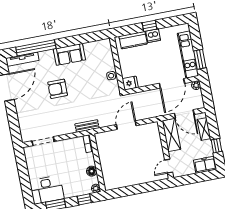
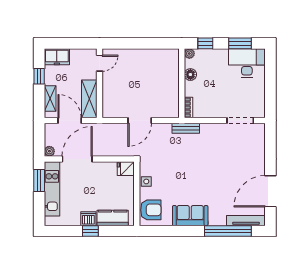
armchair: (58, 89) -> (151, 210), moved

